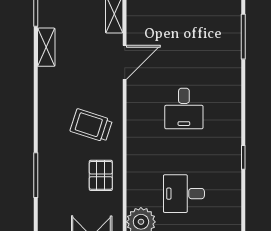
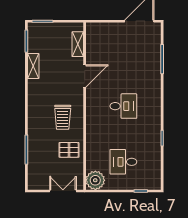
desk: (184, 108) -> (123, 106), turned -90
trolley: (91, 125) -> (63, 117), turned -108
pallet: (101, 175) -> (69, 150), turned 90

